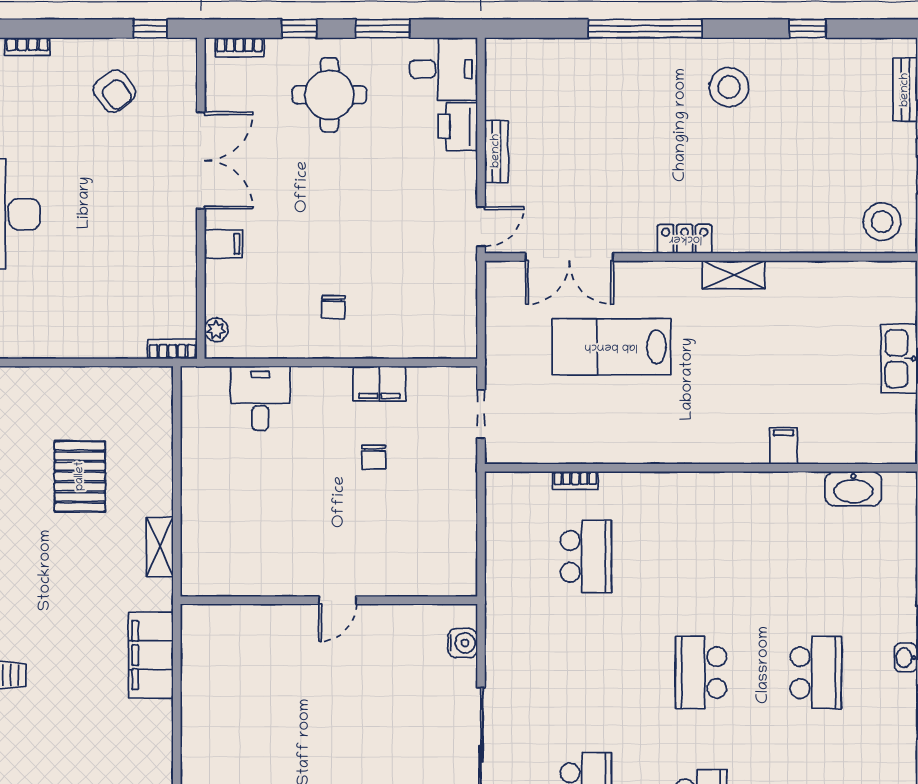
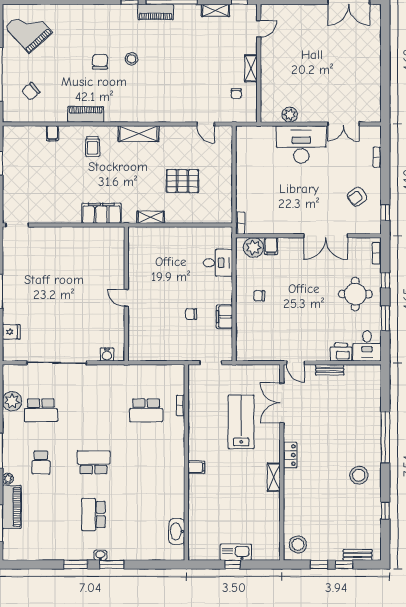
filing cabinet: (223, 244) -> (271, 246), moved
plant: (216, 330) -> (254, 247), width x1.88, depth x1.88
filing cabinet: (783, 446) -> (196, 467), moved
school desk: (816, 673) -> (94, 514), turned 90

